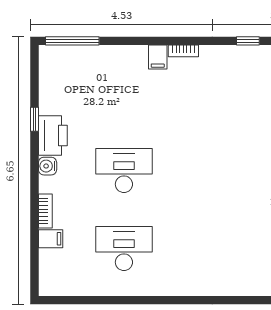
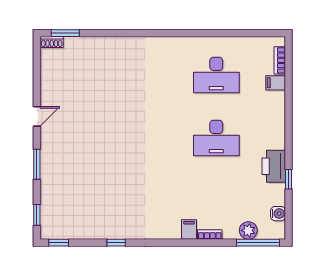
bookcase: (183, 51) -> (210, 234), moved
plant: (84, 56) -> (248, 230), added
water cooler: (48, 166) -> (278, 214), moved
bookcase: (45, 211) -> (280, 60), moved

